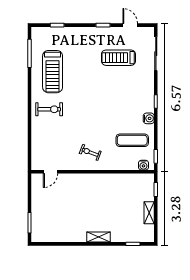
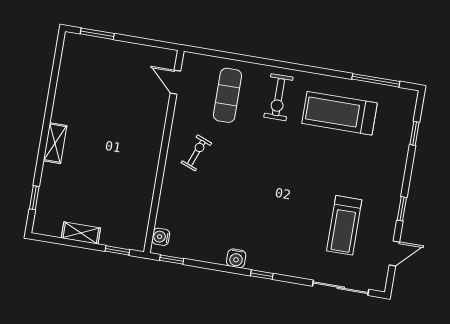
treadmill: (118, 58) -> (344, 225), turned 180
exercise mat: (132, 140) -> (228, 95), moved

